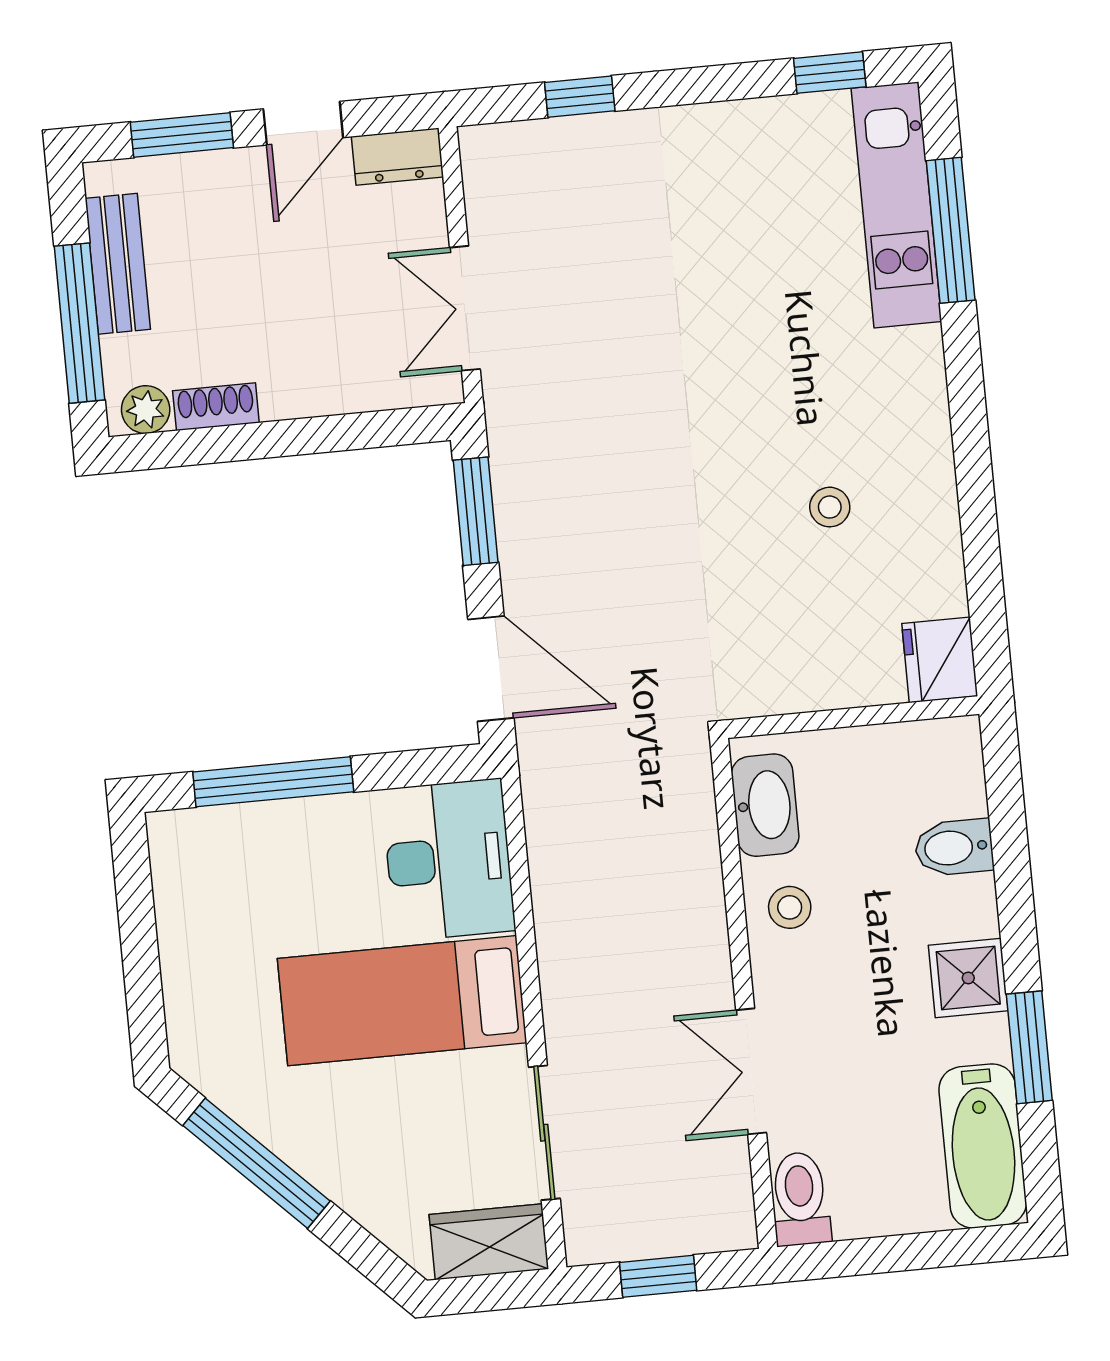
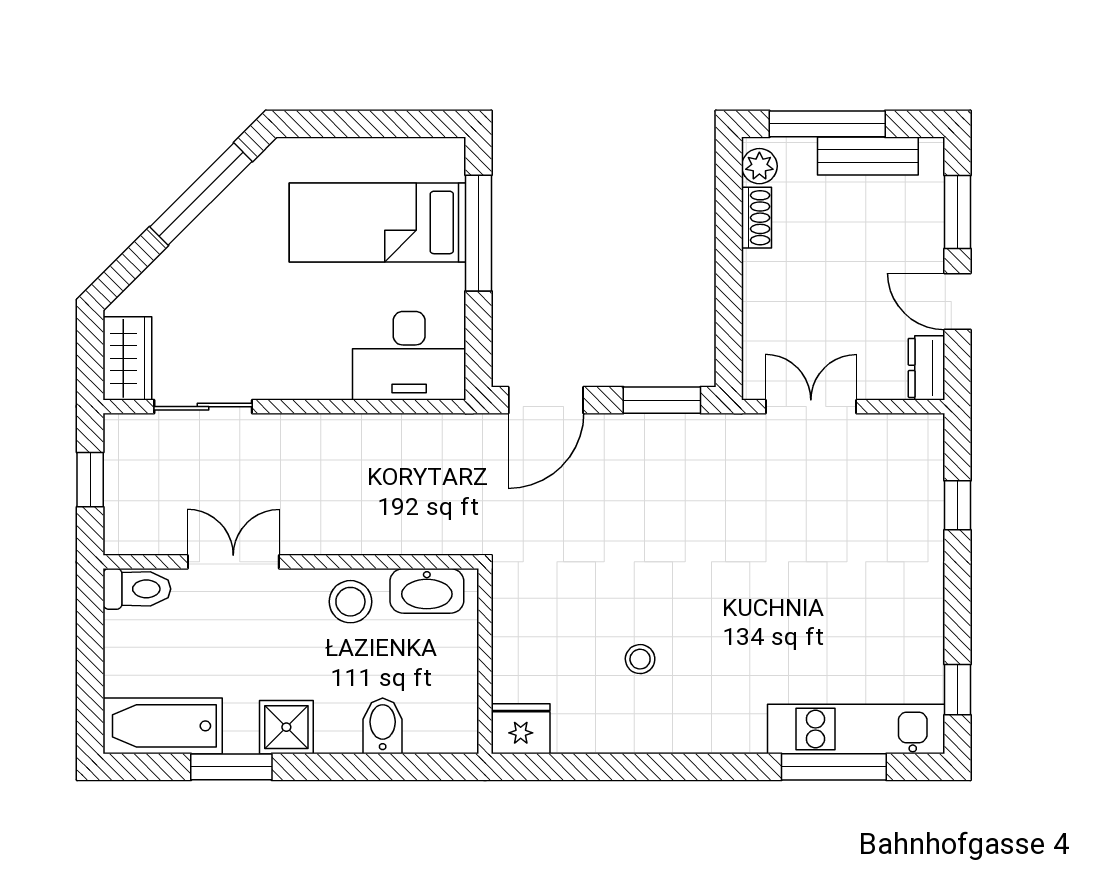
stool: (790, 907) -> (350, 602), width x1.37, depth x1.37
bed: (402, 1001) -> (377, 222), moved, turned -90

